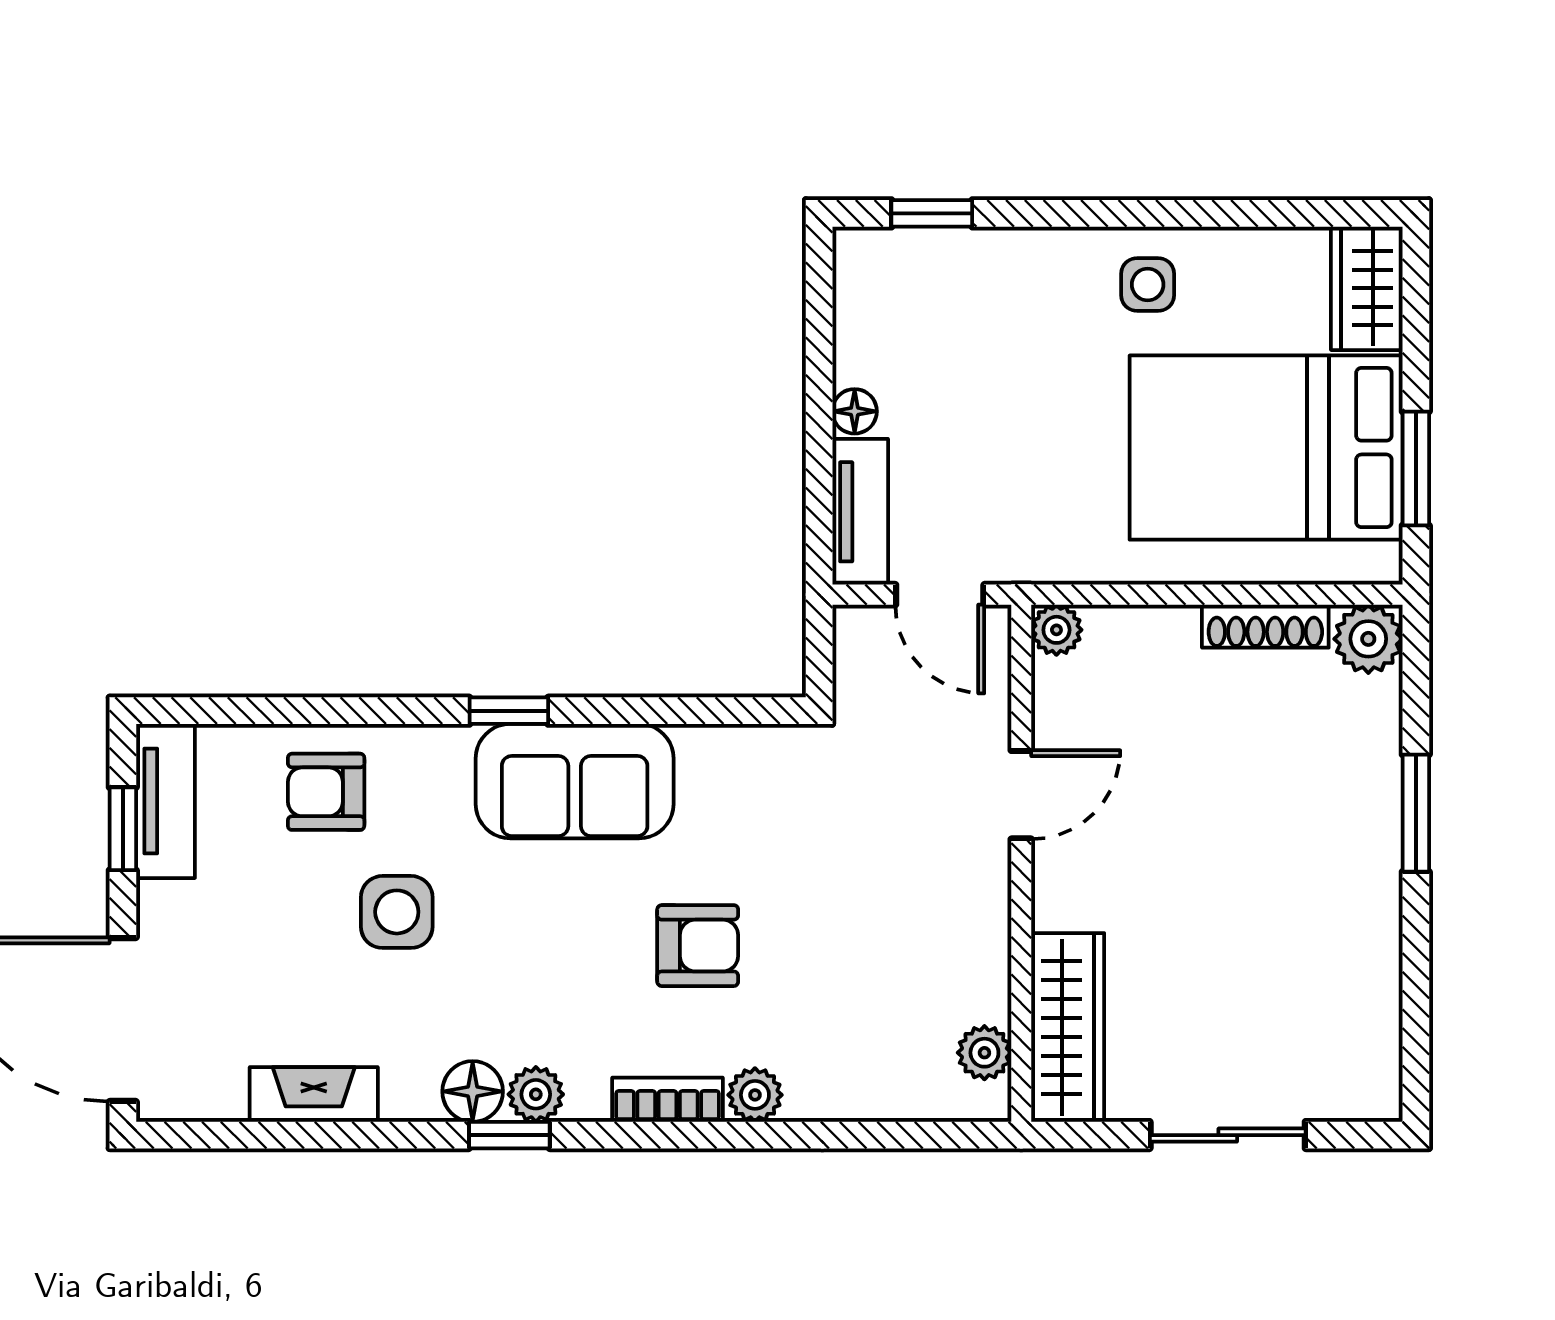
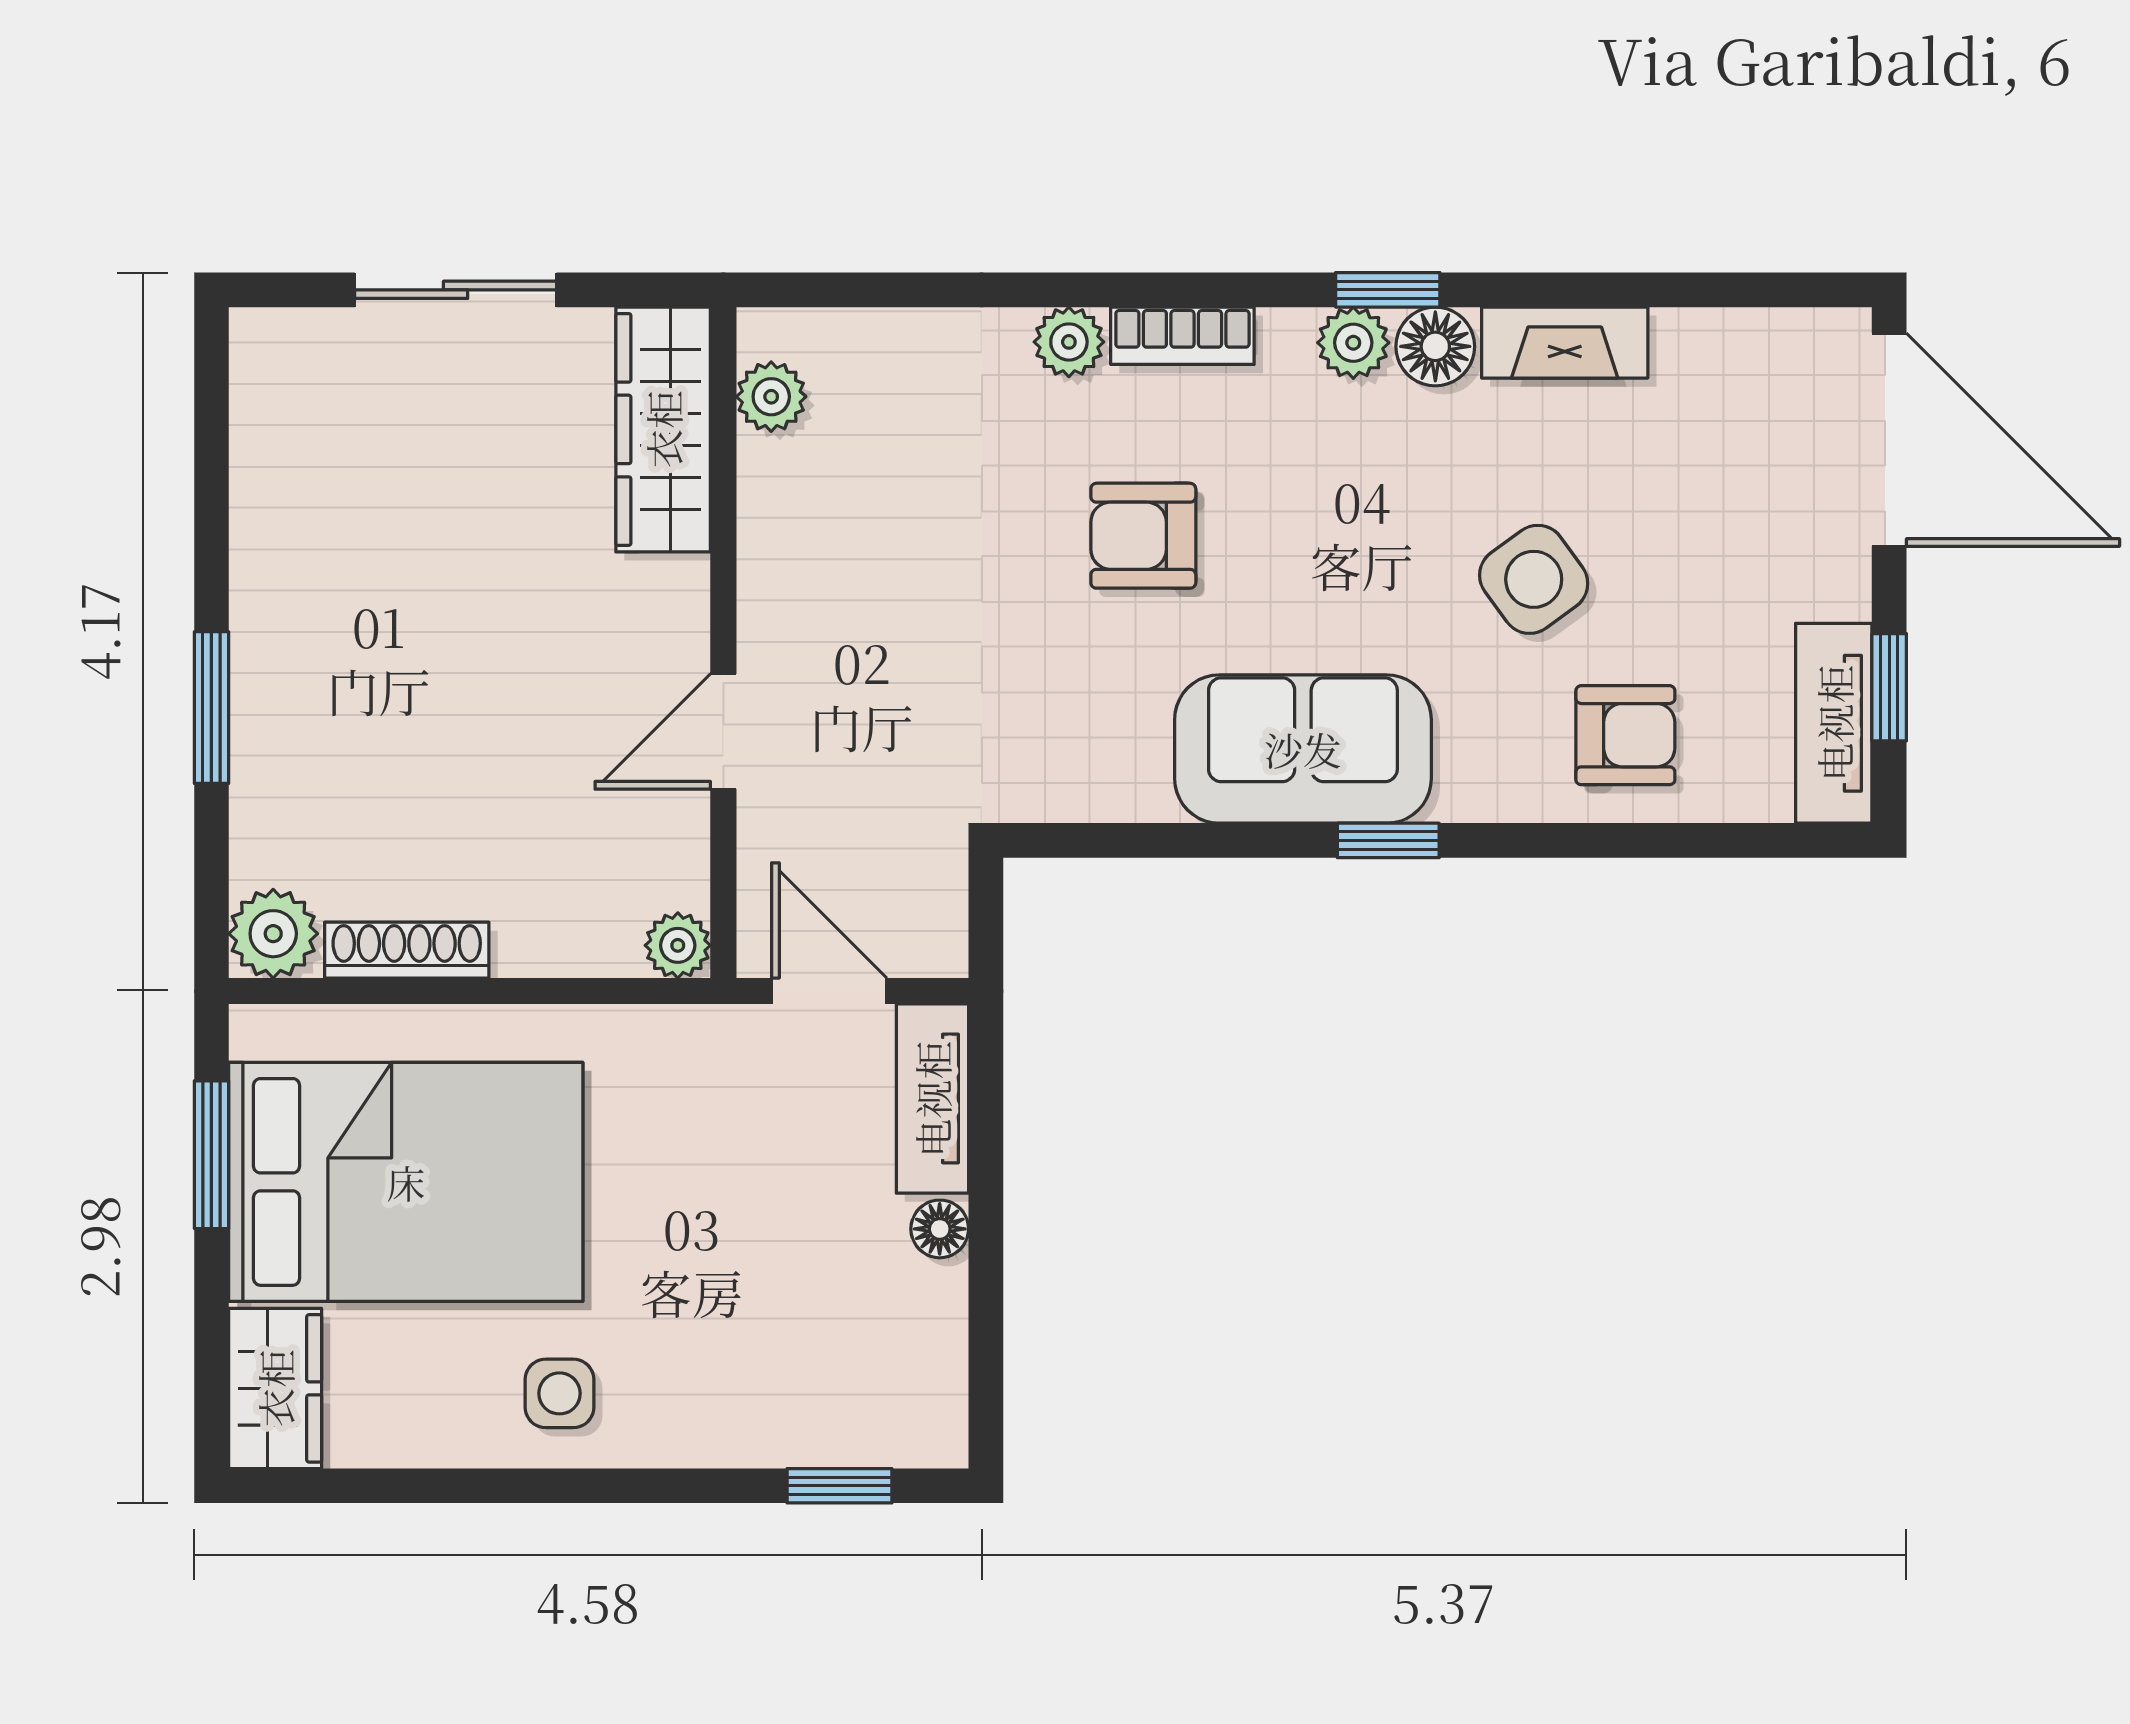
side table: (397, 912) -> (1534, 579), turned -36
fireplace: (314, 1094) -> (1565, 343), moved

